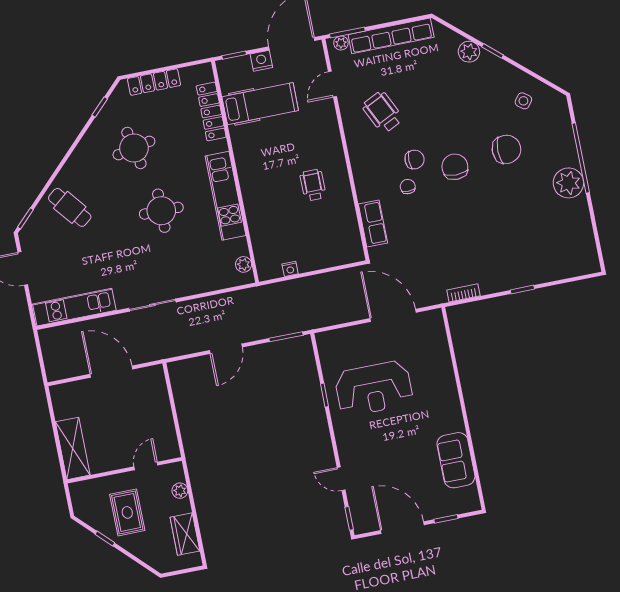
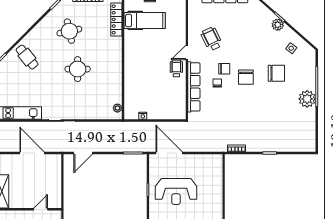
plant: (469, 52) -> (278, 25), moved
door: (332, 84) -> (187, 52), moved
chair: (455, 167) -> (246, 77), turned 180
wheelchair: (313, 185) -> (176, 68), moved
kitchen unit: (226, 196) -> (115, 68), removed
row of seats: (373, 223) -> (194, 87), width x2.02
door: (393, 315) -> (169, 153), moved
door: (226, 349) -> (83, 153), moved

